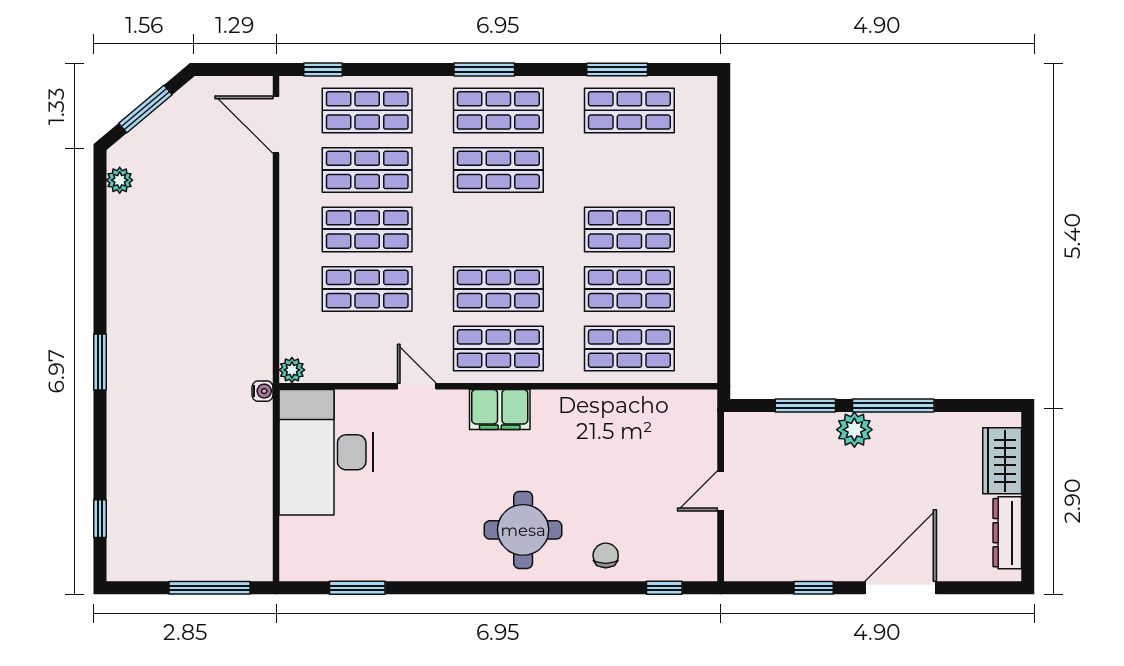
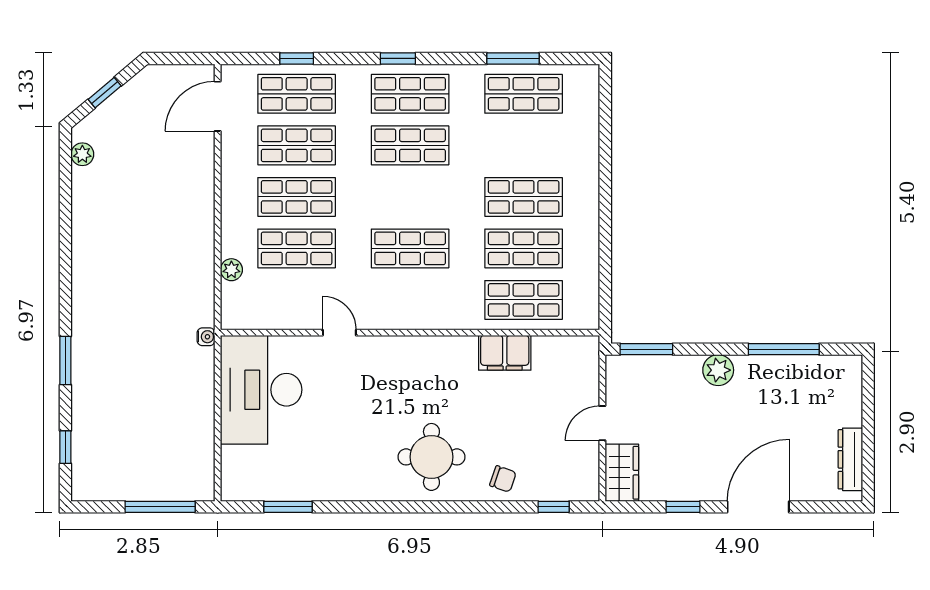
window: (323, 70) -> (297, 58), moved
window: (484, 70) -> (398, 58), width x0.67
window: (145, 109) -> (105, 93), width x0.67
door: (276, 125) -> (218, 106), hinge flipped
shop shelf: (498, 349) -> (410, 300), removed
window: (100, 362) -> (65, 360), moved
plant: (292, 370) -> (231, 270), moved
window: (805, 405) -> (646, 349), moved
window: (893, 405) -> (784, 349), moved
filing cabinet: (500, 410) -> (505, 353), moved
wardrobe: (1002, 461) -> (622, 473), moved, turned 180
chair: (606, 555) -> (503, 479), turned 109

